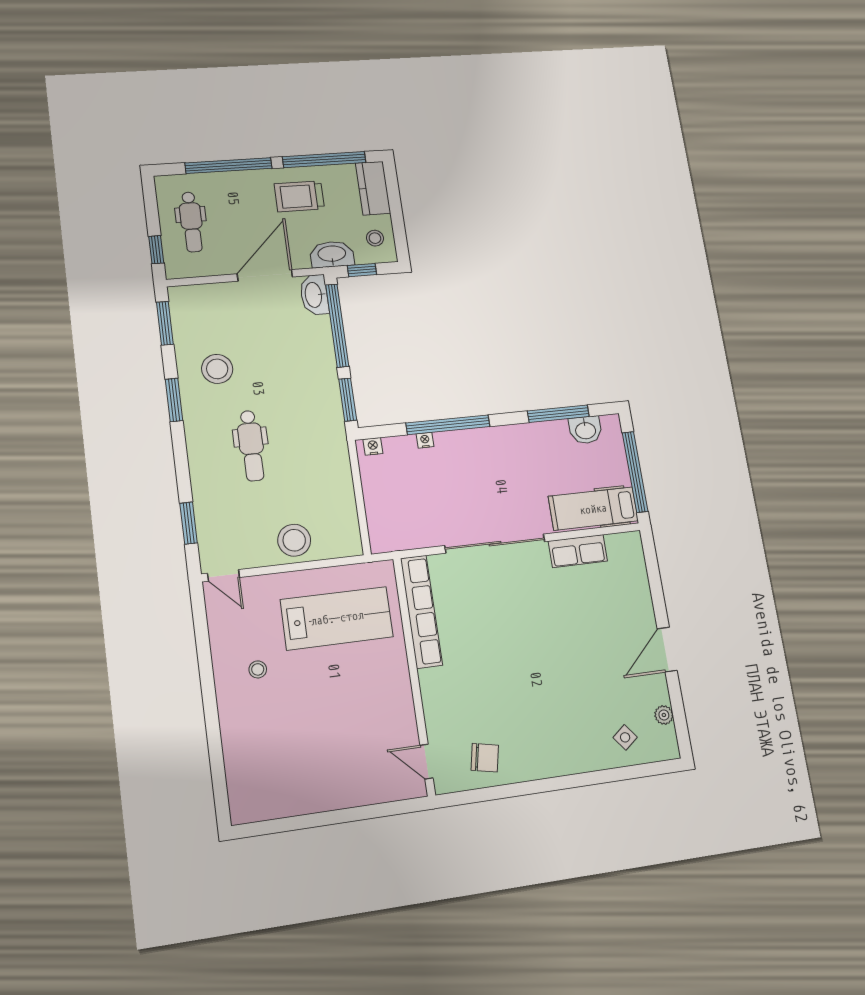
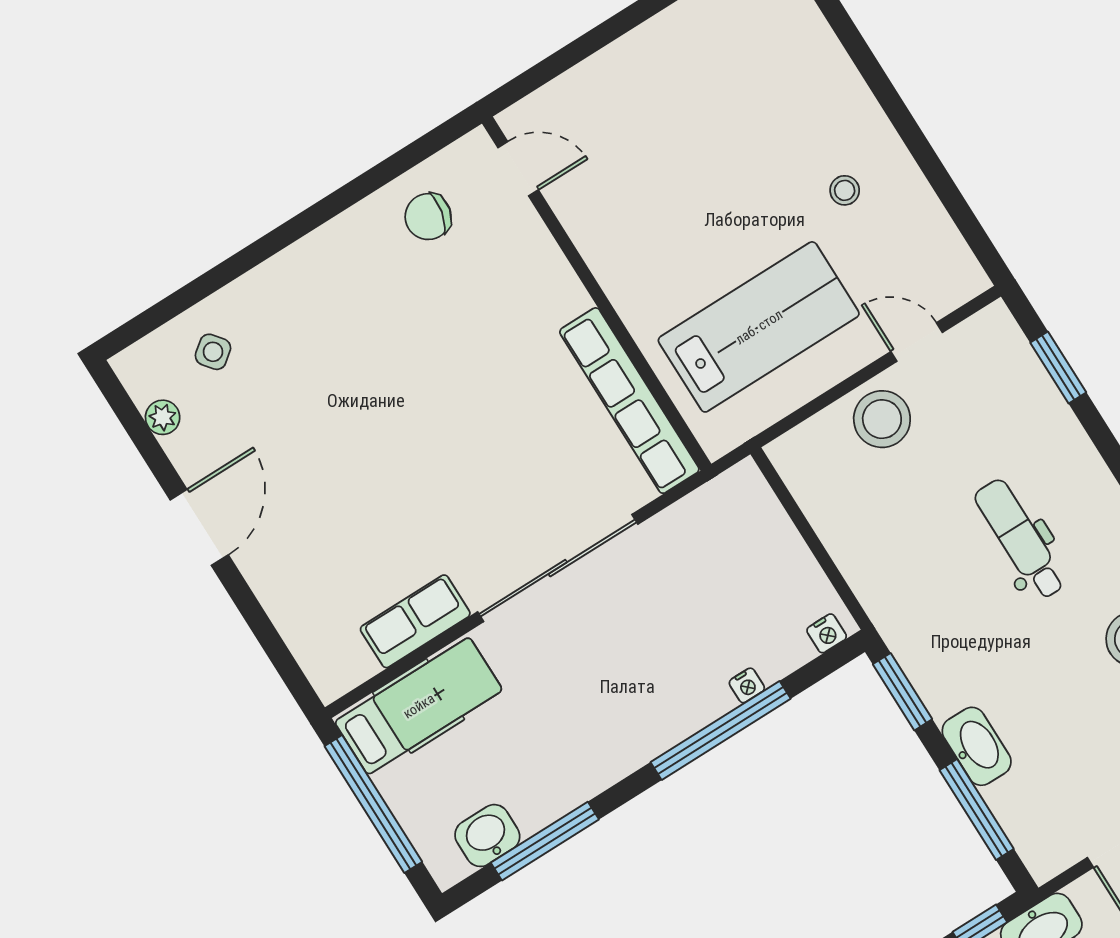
washbasin: (314, 295) -> (977, 746), moved
window: (337, 326) -> (977, 810), width x0.68
door: (223, 575) -> (917, 342), moved
lab bench: (337, 618) -> (759, 327), turned 180

